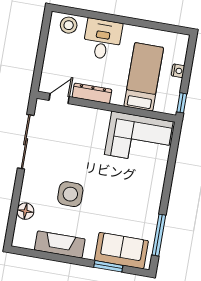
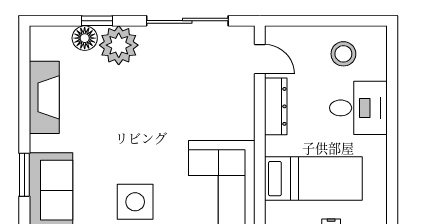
stool: (69, 25) -> (343, 54), moved
plant: (34, 190) -> (119, 45), added
side table: (70, 194) -> (135, 202), moved
window: (15, 201) -> (97, 21), added

